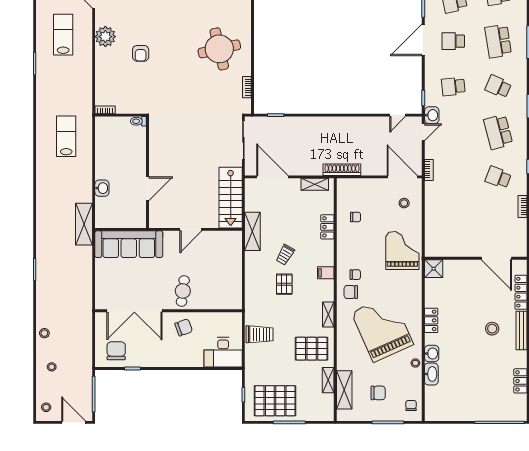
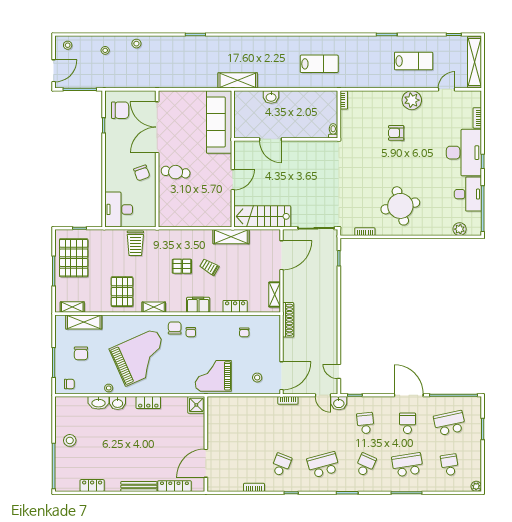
door: (191, 229) -> (233, 180), swing flipped
grand piano: (402, 250) -> (213, 376), turned 180
filing cabinet: (326, 273) -> (198, 305), width x2.00
stool: (492, 329) -> (70, 440), moved
shelving: (328, 380) -> (72, 307), moved

